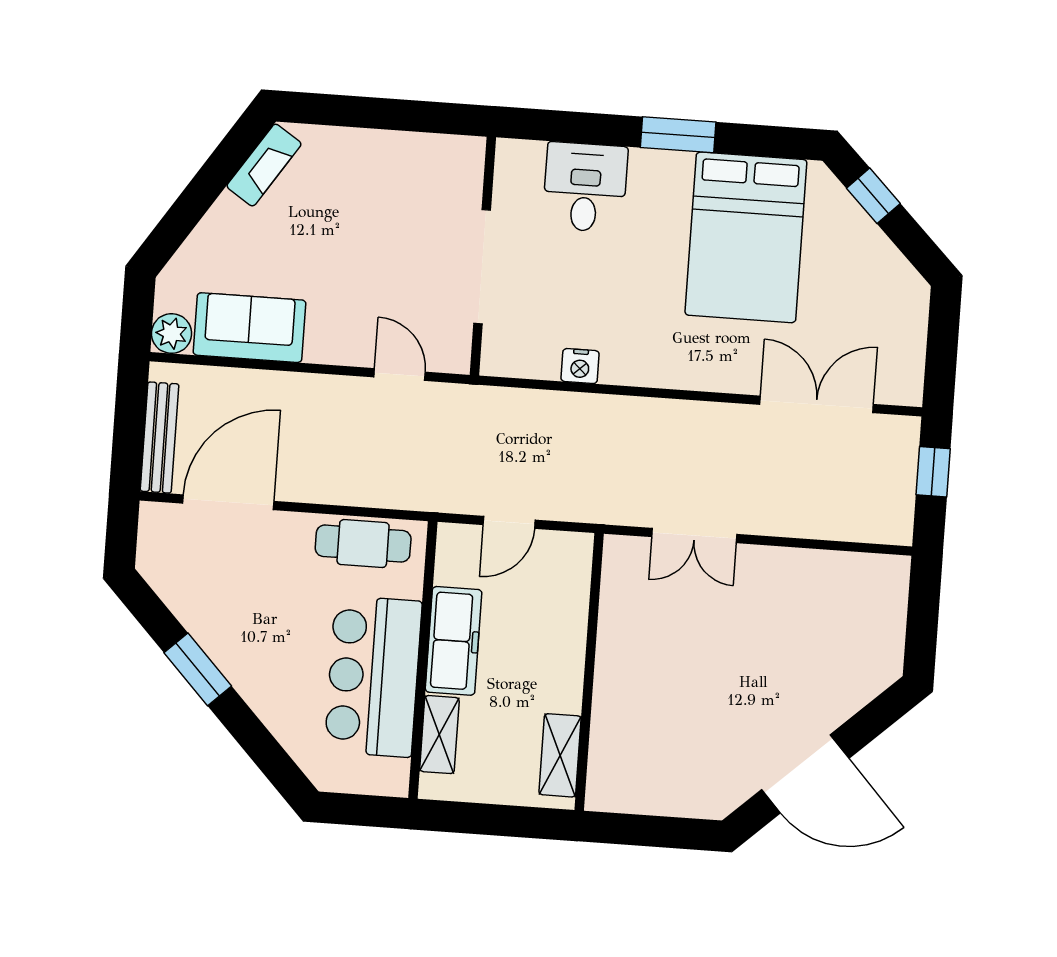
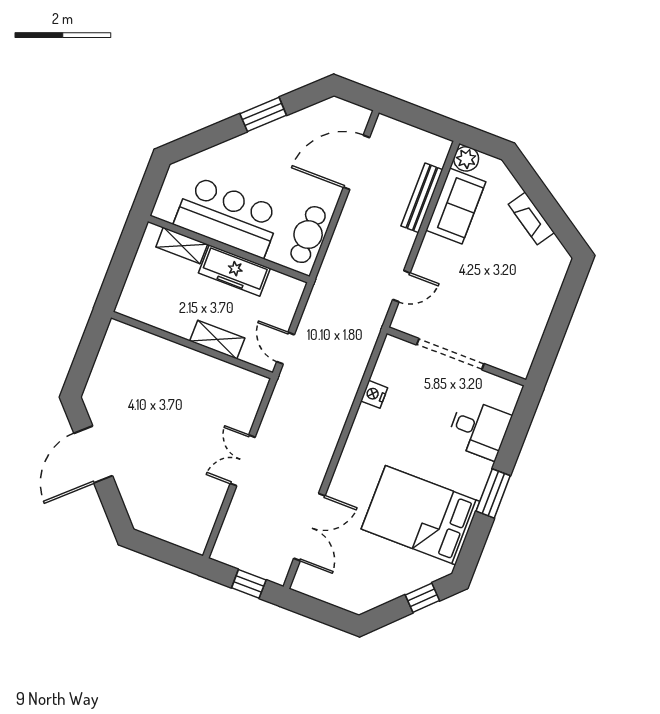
fireplace: (264, 165) -> (531, 218), moved
bench: (159, 438) -> (422, 198), moved, turned 90
door: (228, 502) -> (356, 162), swing flipped
door: (509, 522) -> (286, 348), moved
double door: (694, 536) -> (243, 460), moved
shelving: (560, 755) -> (217, 340), moved

